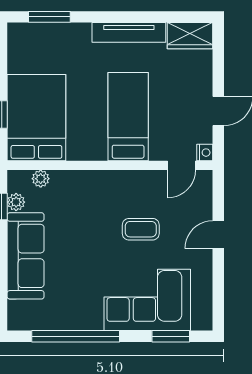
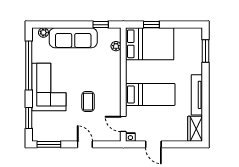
plant: (16, 202) -> (43, 33), moved
corner sofa: (147, 300) -> (49, 87), moved
window: (218, 300) -> (49, 144), added

